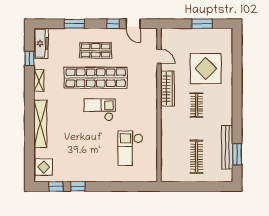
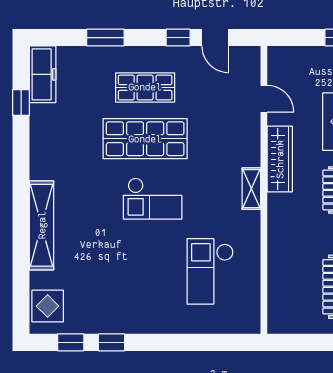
shop shelf: (96, 78) -> (145, 139), width x0.71
shelving: (39, 80) -> (251, 189), moved
checkout: (100, 110) -> (153, 199), turned 180

